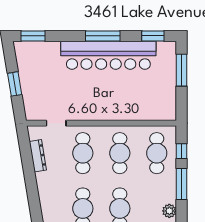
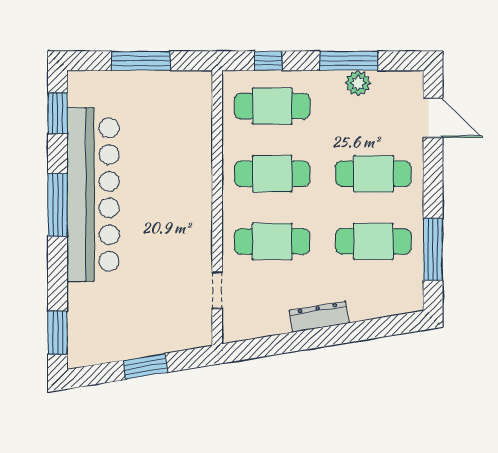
window: (181, 70) -> (141, 61), moved
dresser: (38, 156) -> (319, 317), moved
window: (181, 184) -> (349, 61), moved
plant: (169, 211) -> (358, 83), moved

